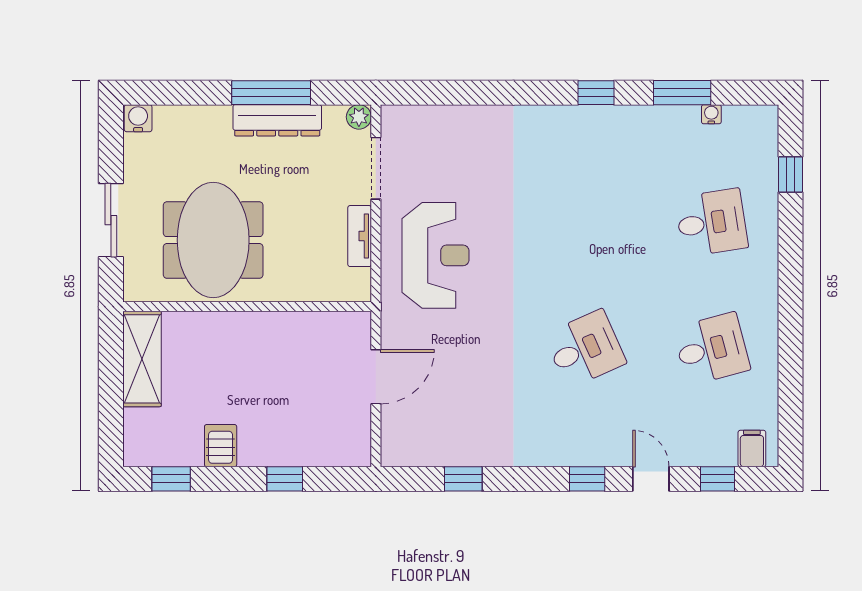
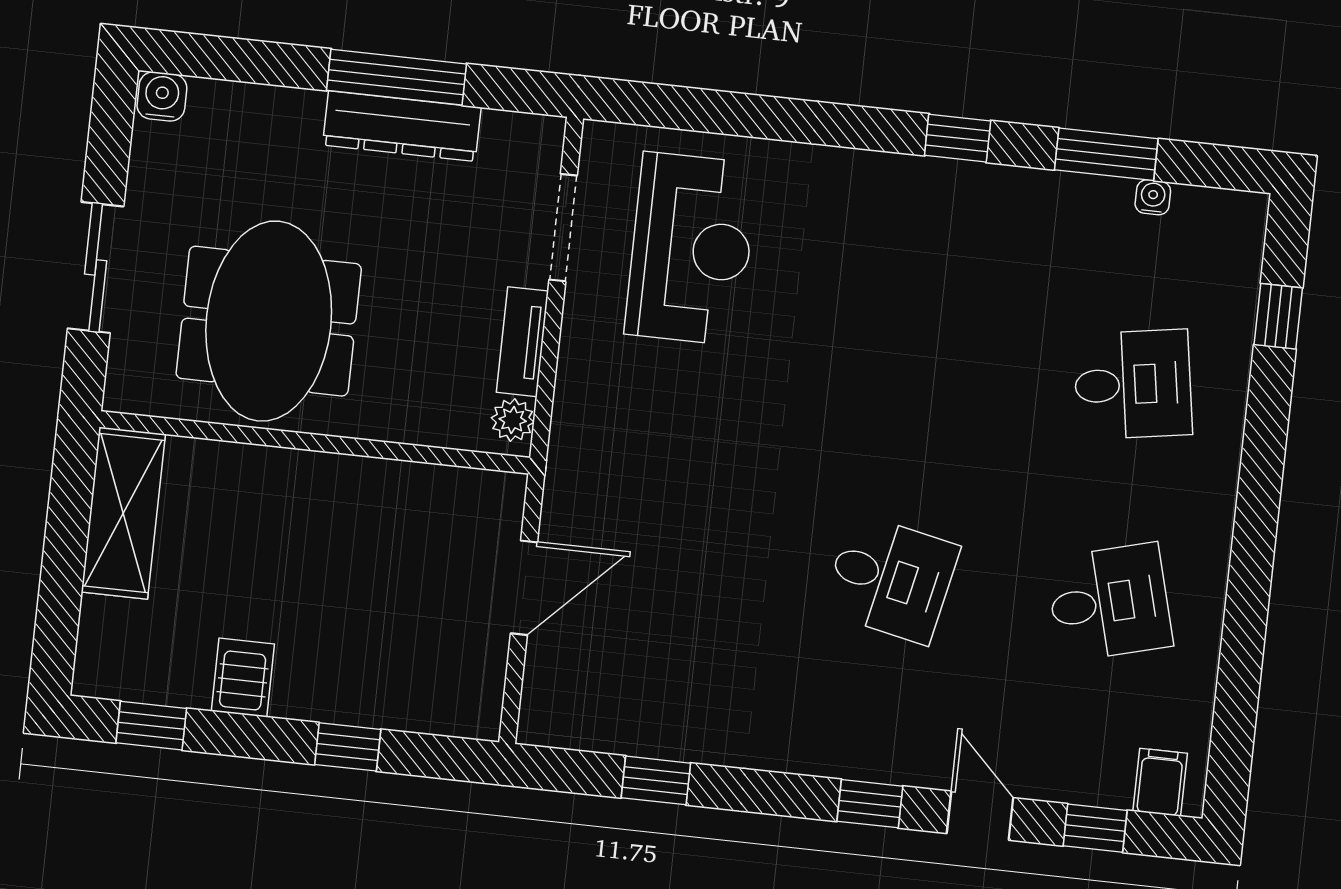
plant: (359, 117) -> (513, 420), moved
reception desk: (436, 255) -> (691, 249), moved
desk: (585, 349) -> (891, 579), turned 36

